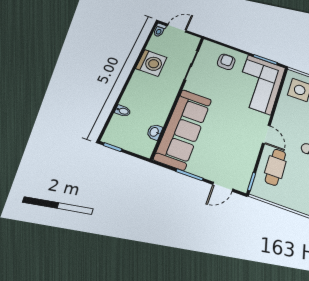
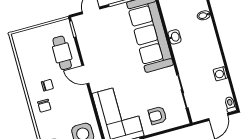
armchair: (226, 62) -> (157, 116), turned 90
washing machine: (151, 63) -> (220, 74), width x0.53, depth x0.53
washbasin: (154, 132) -> (175, 37), moved

